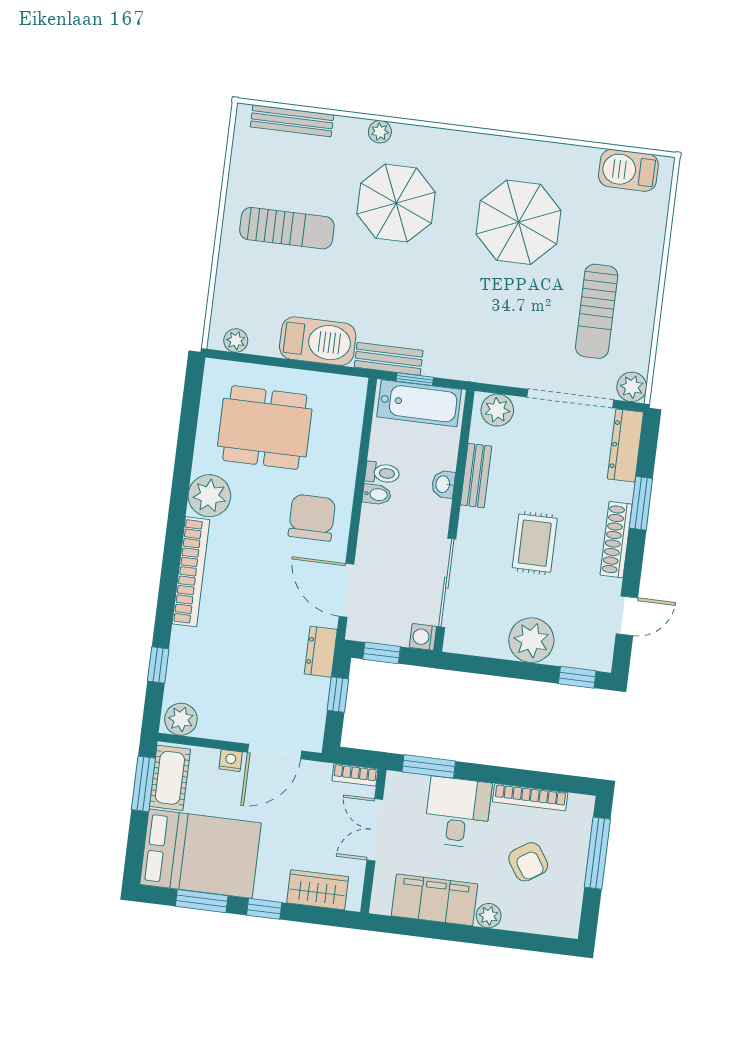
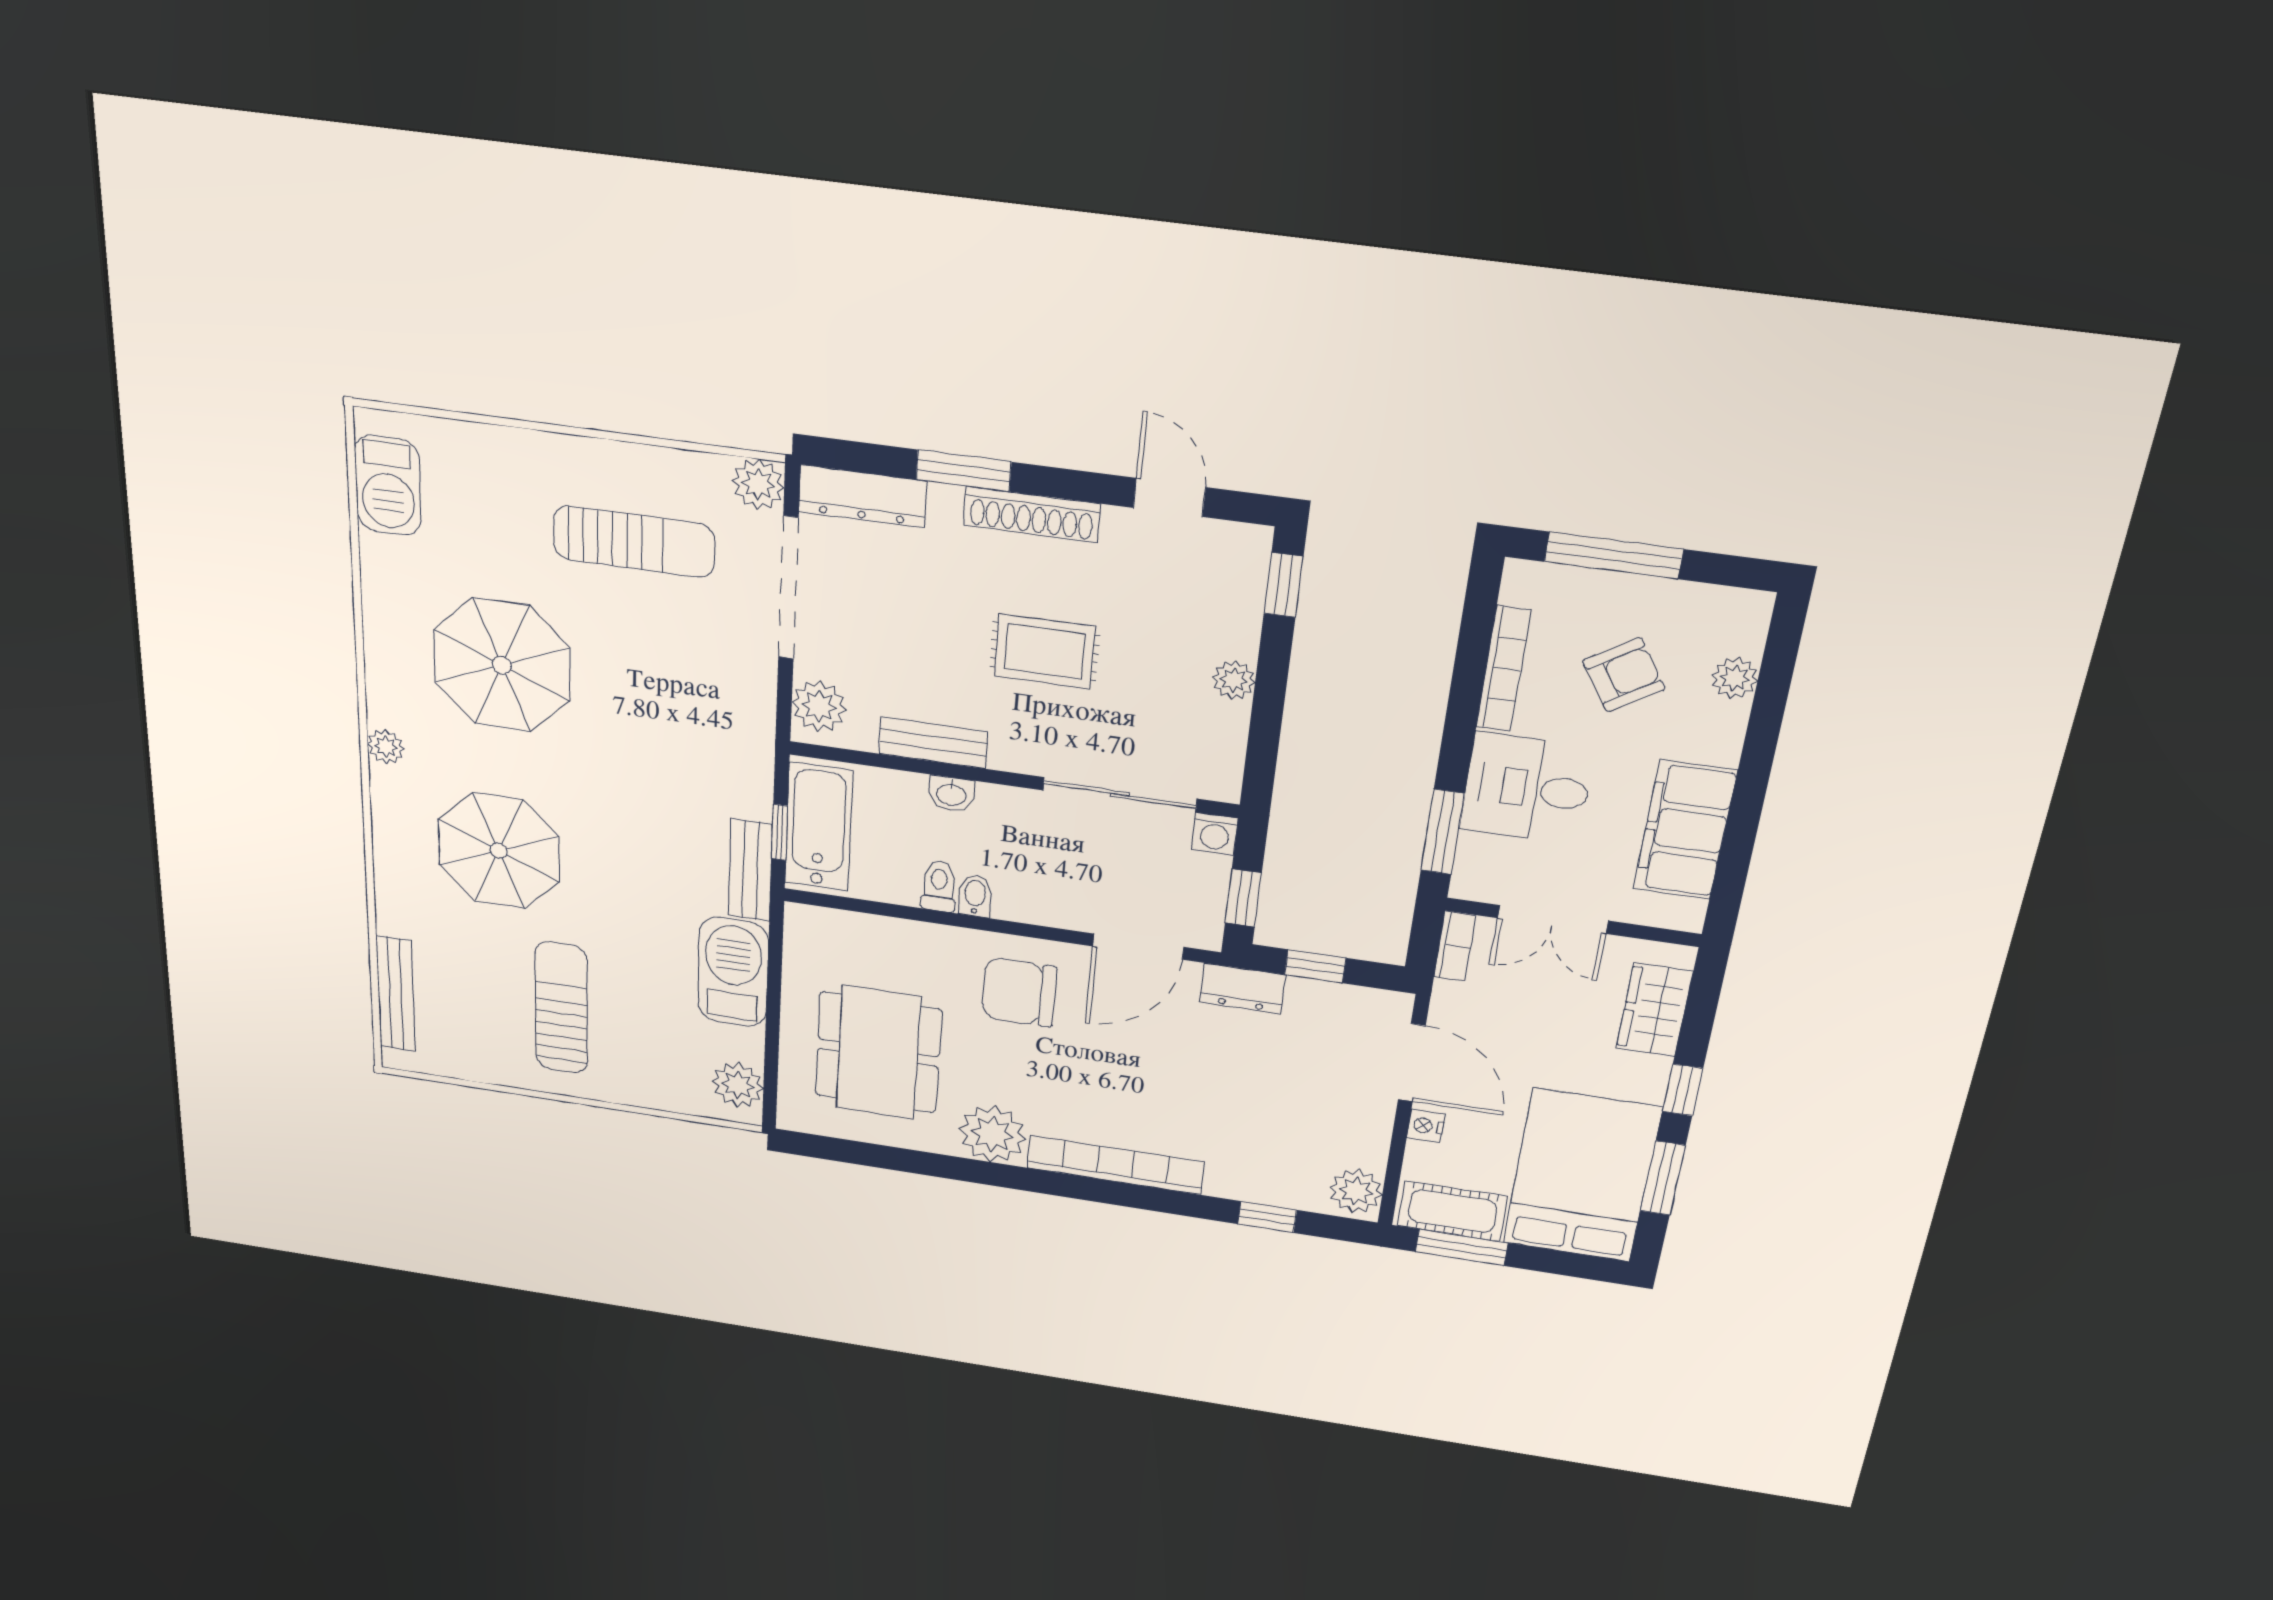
plant: (380, 132) -> (386, 747), moved
plant: (236, 341) -> (738, 1085), width x1.38, depth x1.38
plant: (531, 640) -> (1234, 680), width x0.53, depth x0.53
plant: (489, 916) -> (1735, 678), moved

